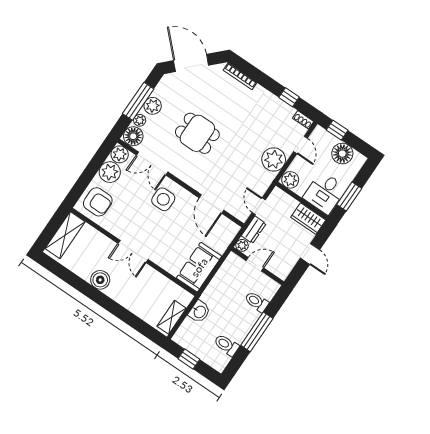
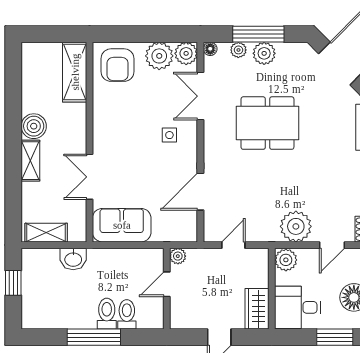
dining table: (197, 133) -> (267, 123), width x1.38
floor lamp: (133, 136) -> (210, 49), width x0.53, depth x0.53
window: (349, 196) -> (335, 337), moved
side table: (163, 199) -> (169, 135), width x0.54, depth x0.54
dresser: (254, 230) -> (204, 257), removed
shelving: (65, 235) -> (75, 72), moved, turned 90
double door: (133, 251) -> (90, 177), moved
door: (255, 264) -> (167, 284), swing flipped
shelving: (120, 297) -> (30, 161), added
toilet: (226, 345) -> (107, 314), moved

